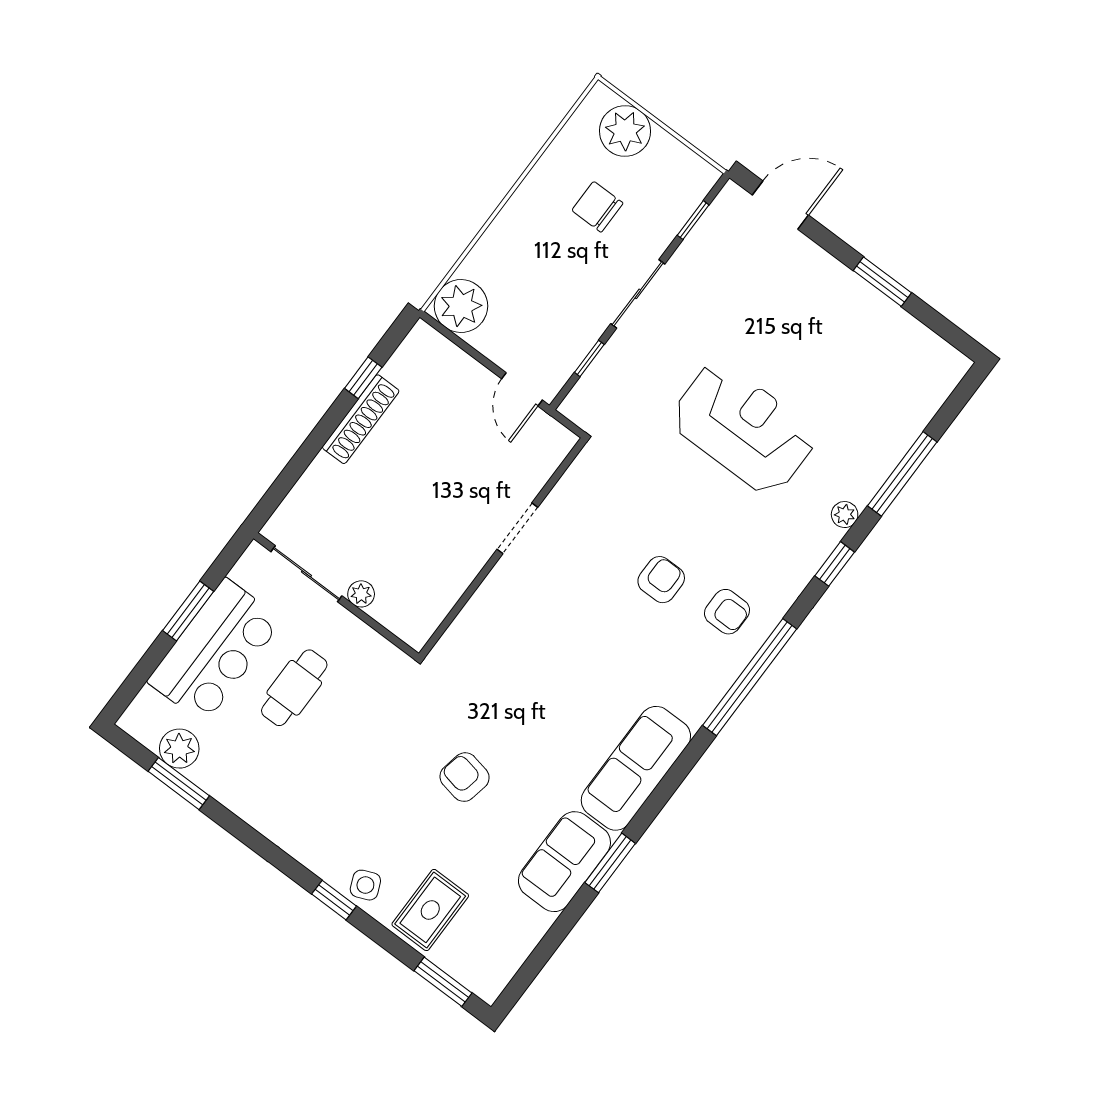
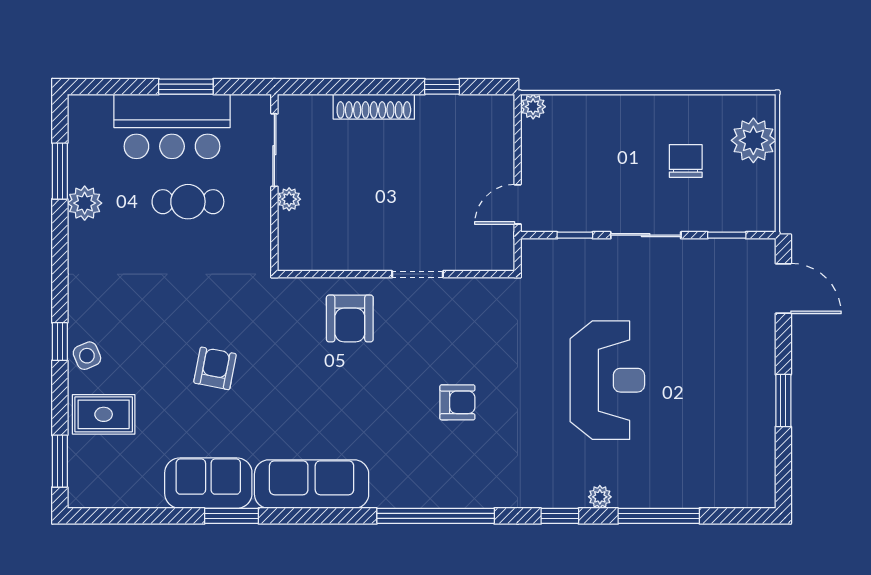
plant: (461, 306) -> (533, 107), width x0.53, depth x0.53
shoe rack: (361, 419) -> (374, 107), moved
armchair: (727, 612) -> (350, 318), moved, width x1.38, depth x1.38
plant: (179, 749) -> (85, 203), moved

